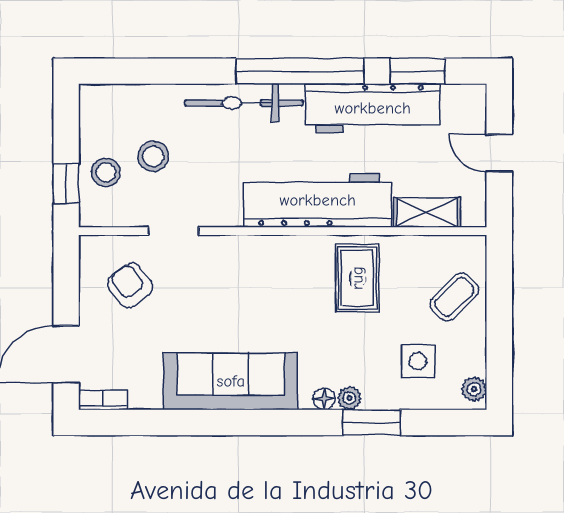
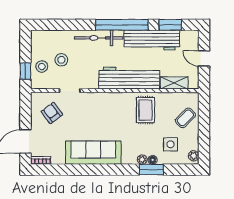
floor lamp: (324, 399) -> (153, 160), moved

